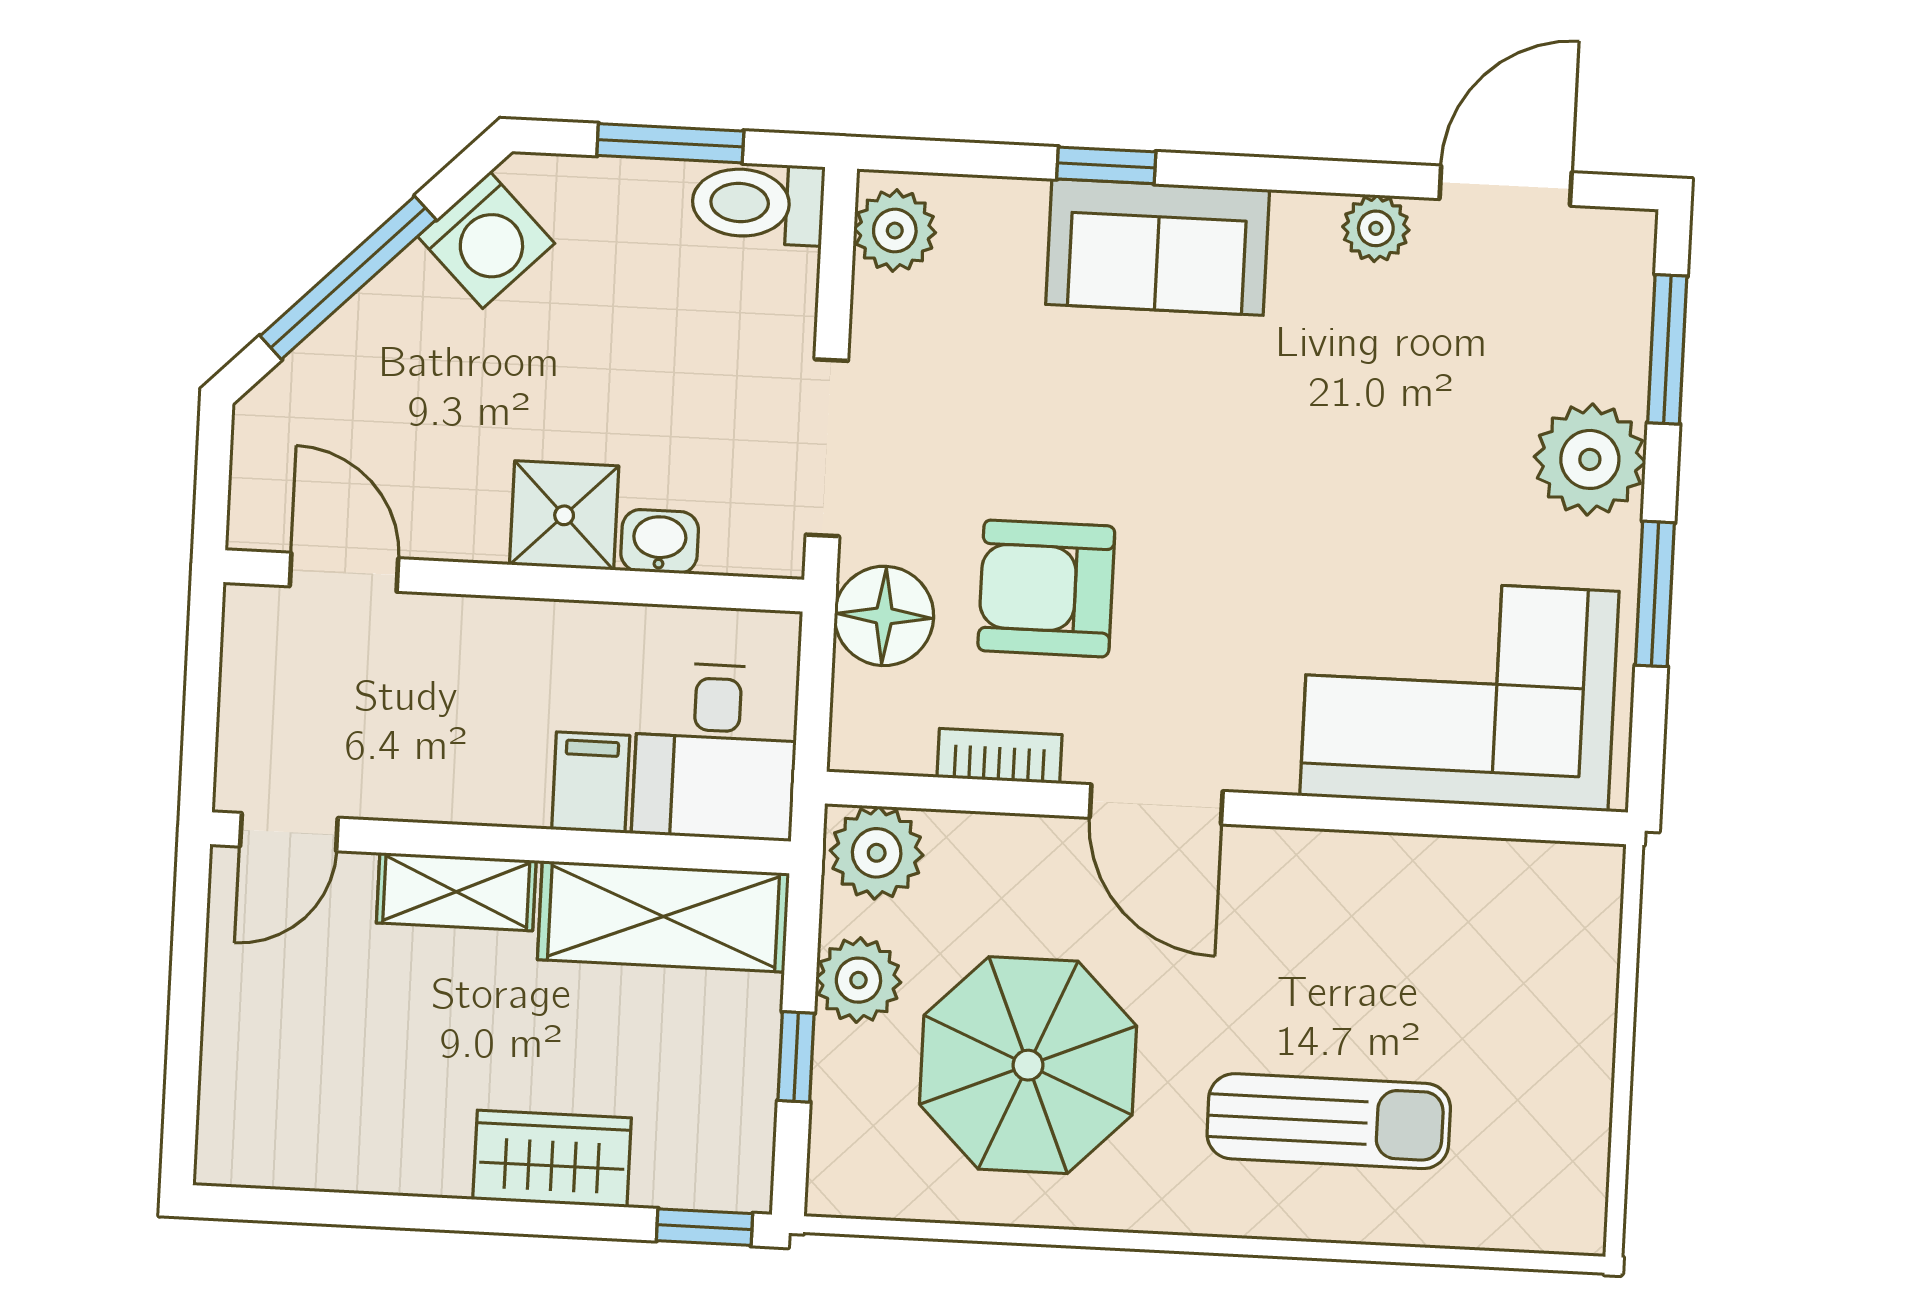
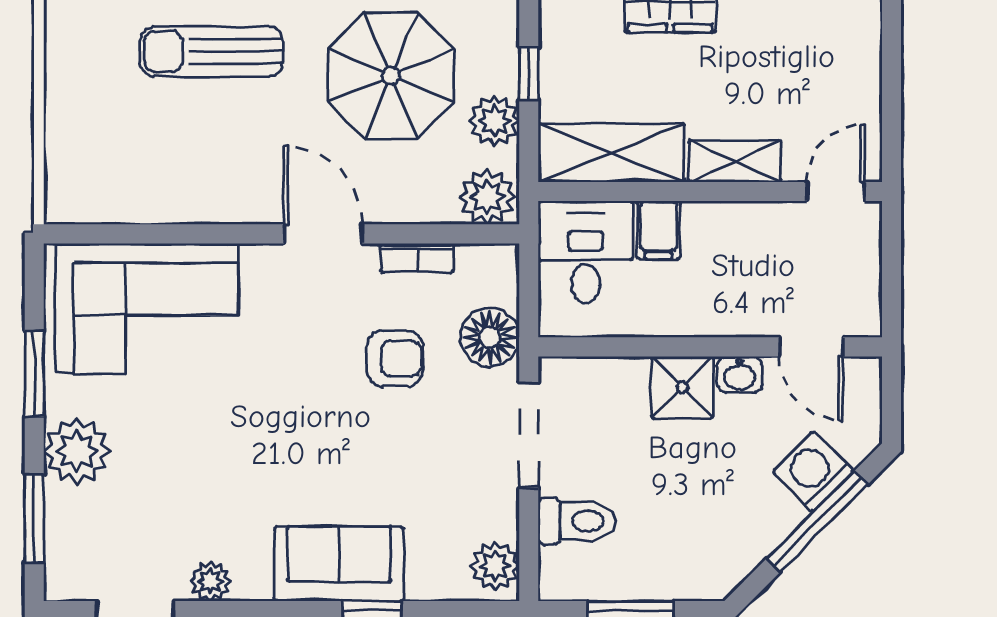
toilet: (758, 203) -> (577, 521), moved
washing machine: (486, 240) -> (813, 472), moved
washbasin: (660, 541) -> (740, 375), moved
armchair: (1046, 588) -> (395, 358), width x0.72, depth x0.72

